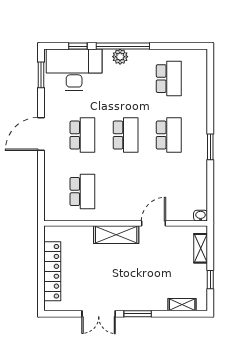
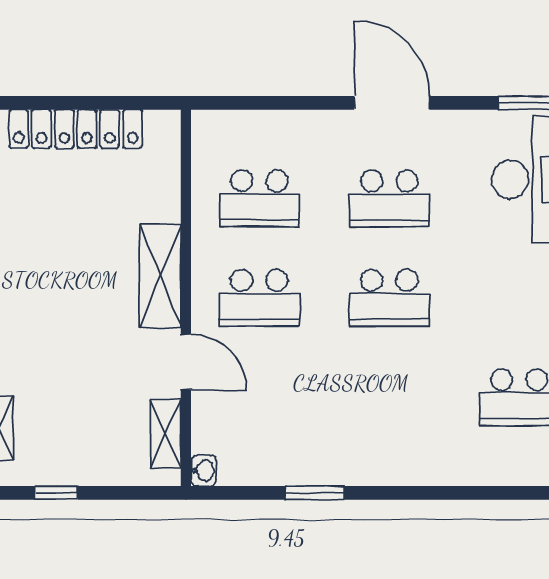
school desk: (169, 135) -> (259, 298), moved
window: (210, 147) -> (315, 493), moved
shelving: (201, 248) -> (166, 434), moved, turned 90

